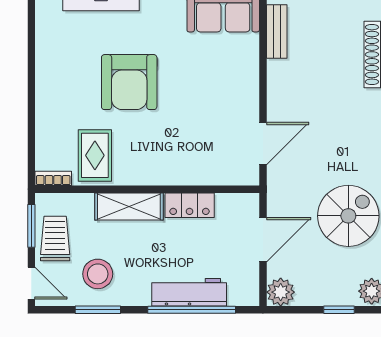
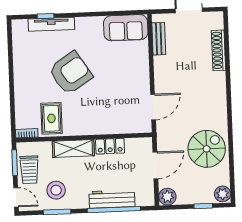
armchair: (129, 82) -> (70, 73), turned -123
trolley: (55, 238) -> (29, 170), turned 180

